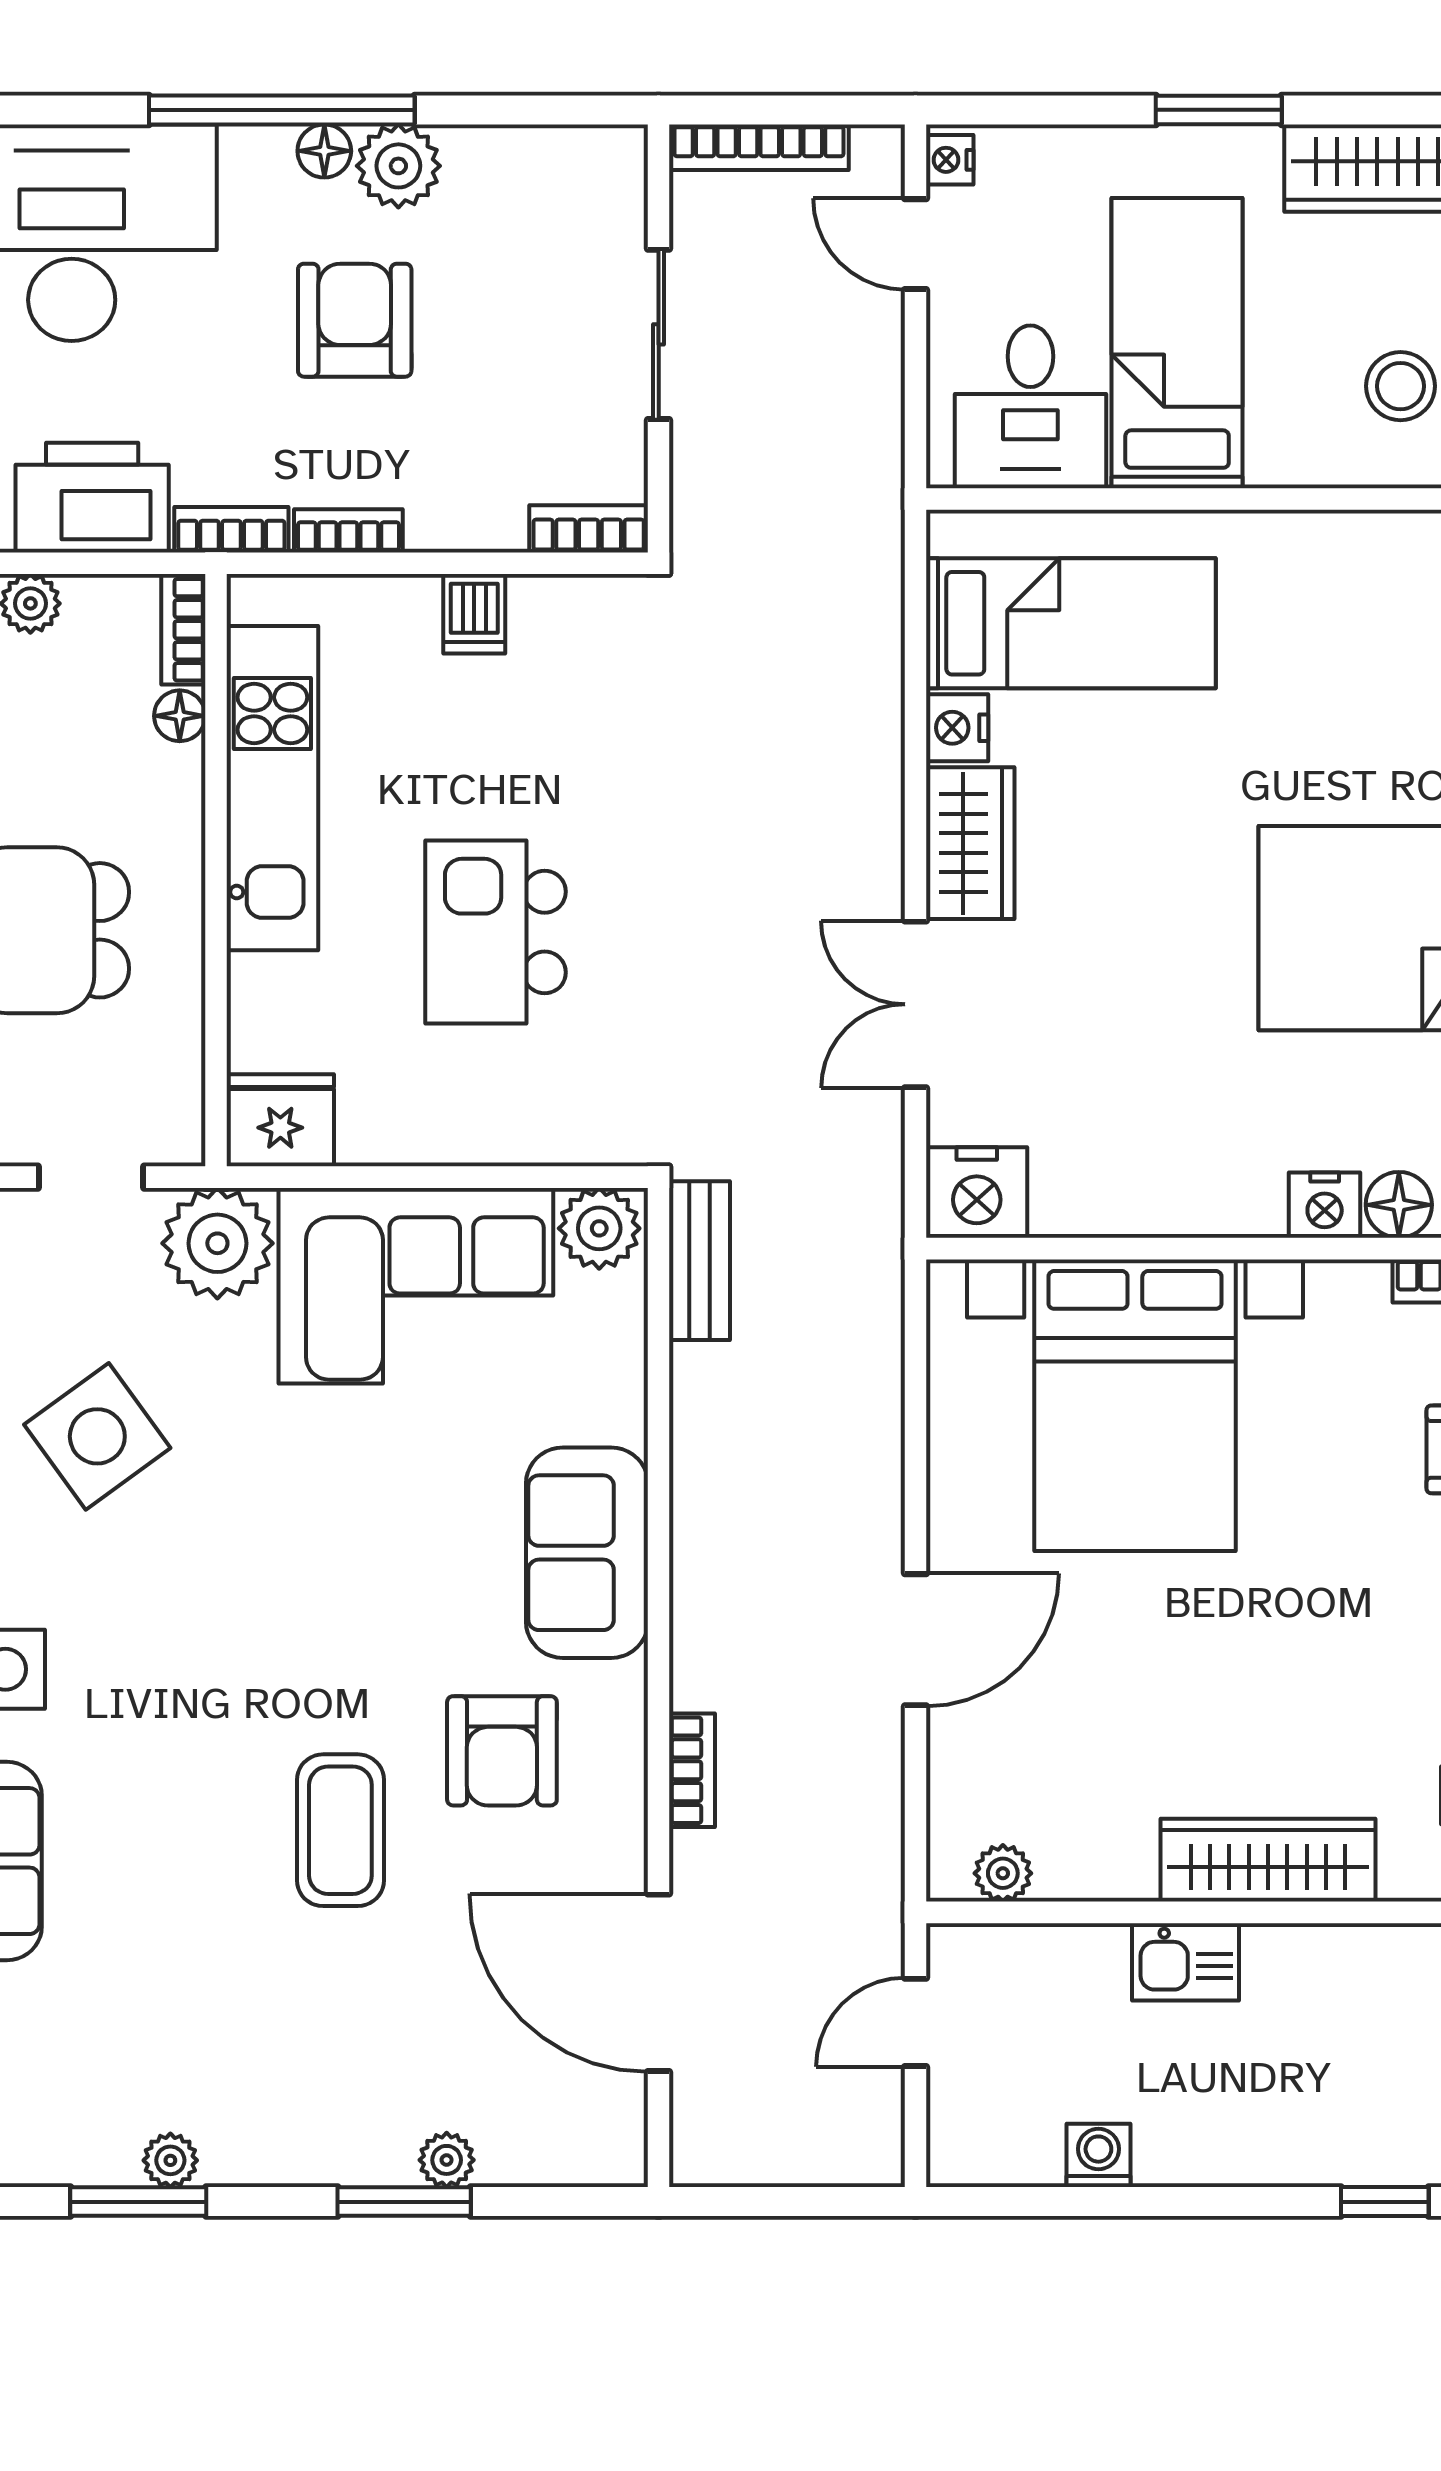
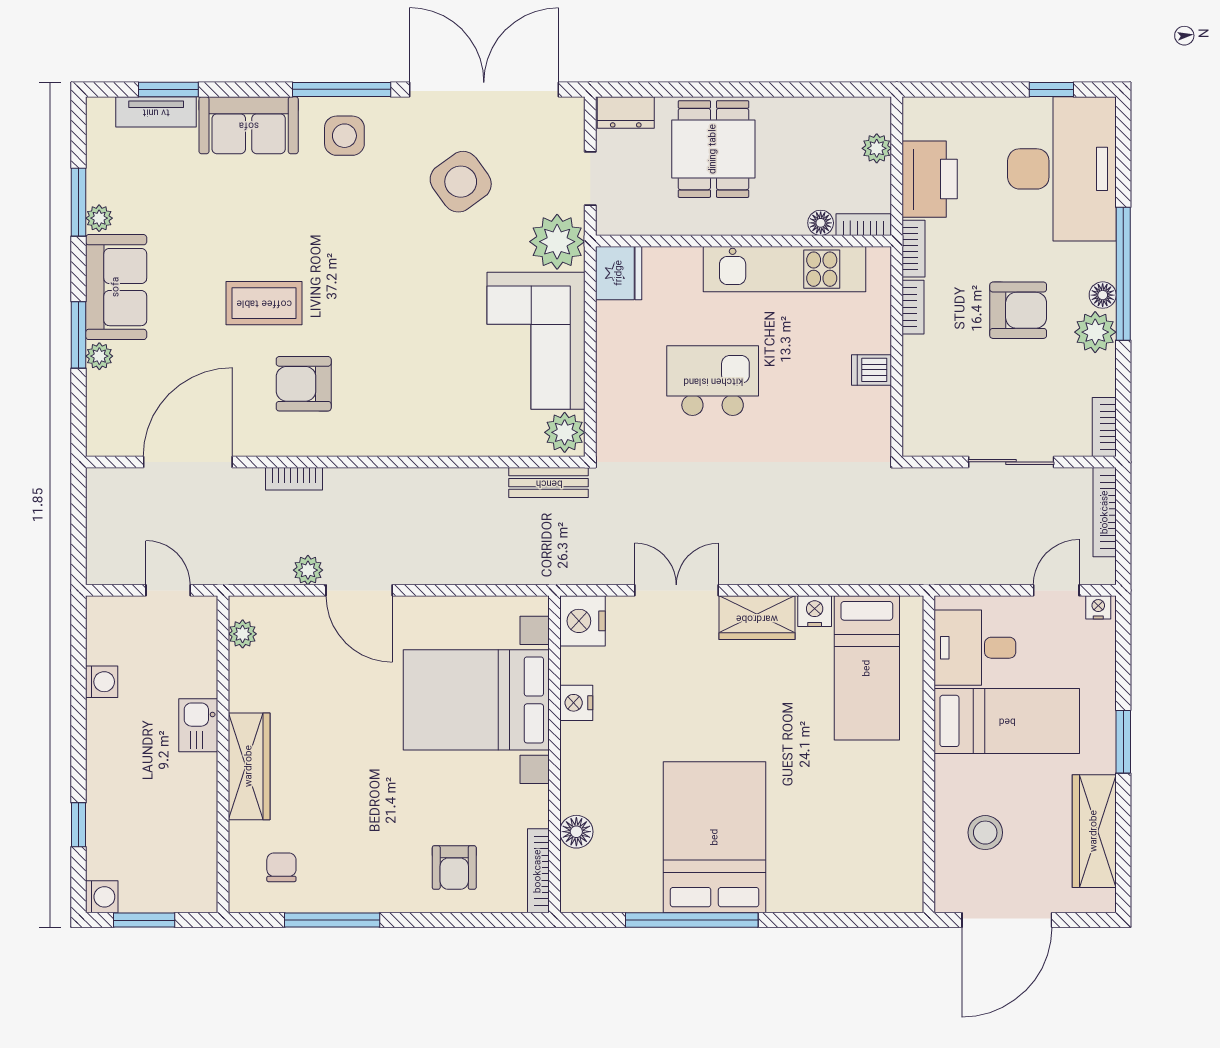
bookcase: (589, 529) -> (1104, 427), moved, turned 180
nightstand: (1325, 1205) -> (576, 703), moved
sofa: (587, 1553) -> (116, 287), moved, turned 90
plant: (875, 1742) -> (308, 570), added

